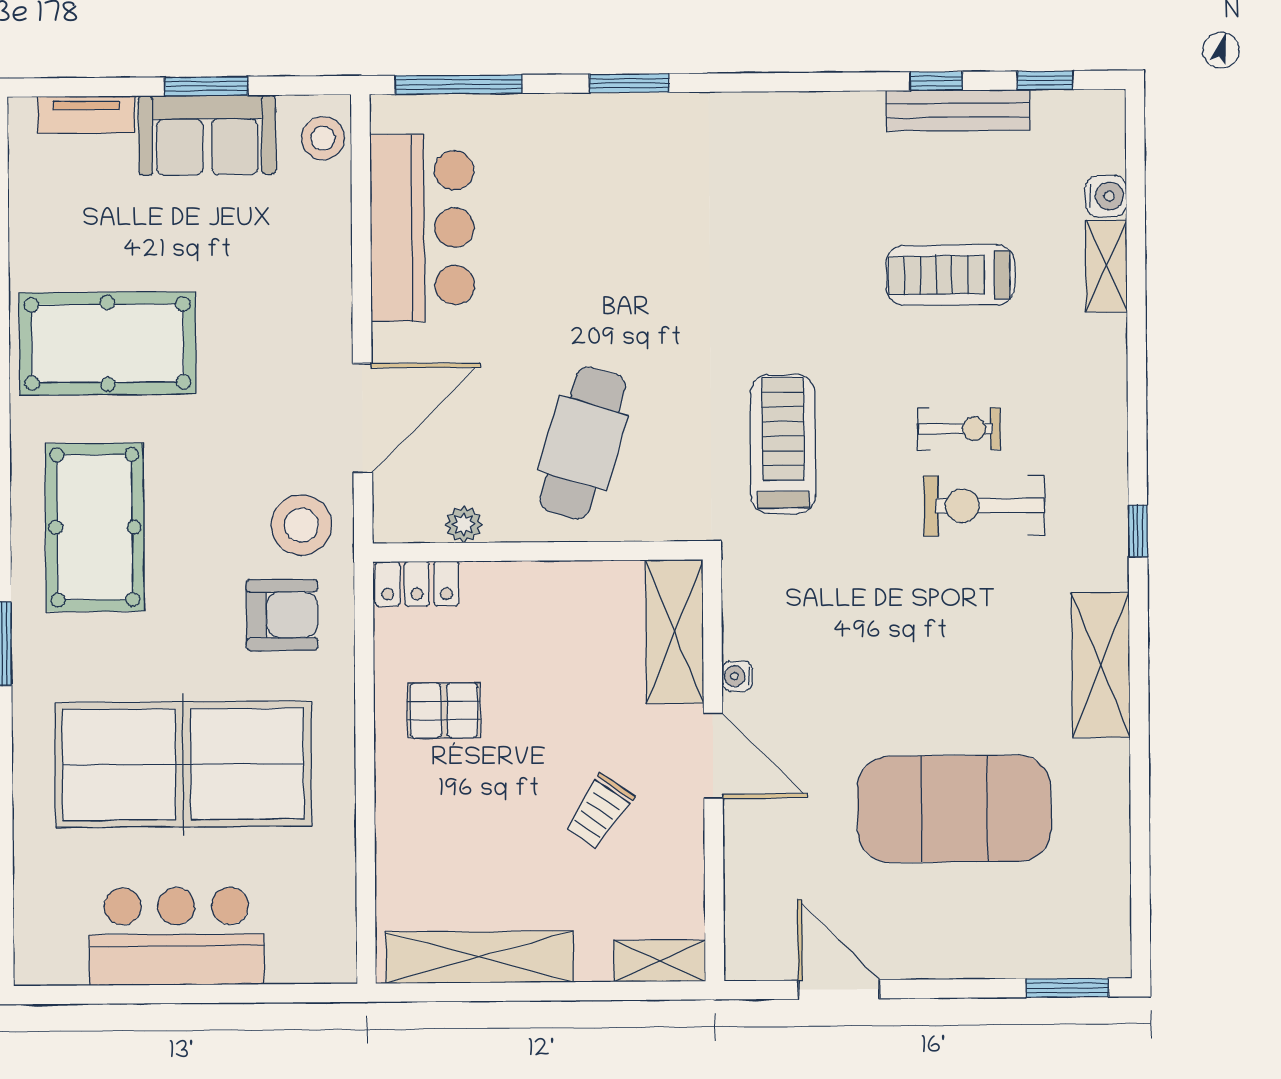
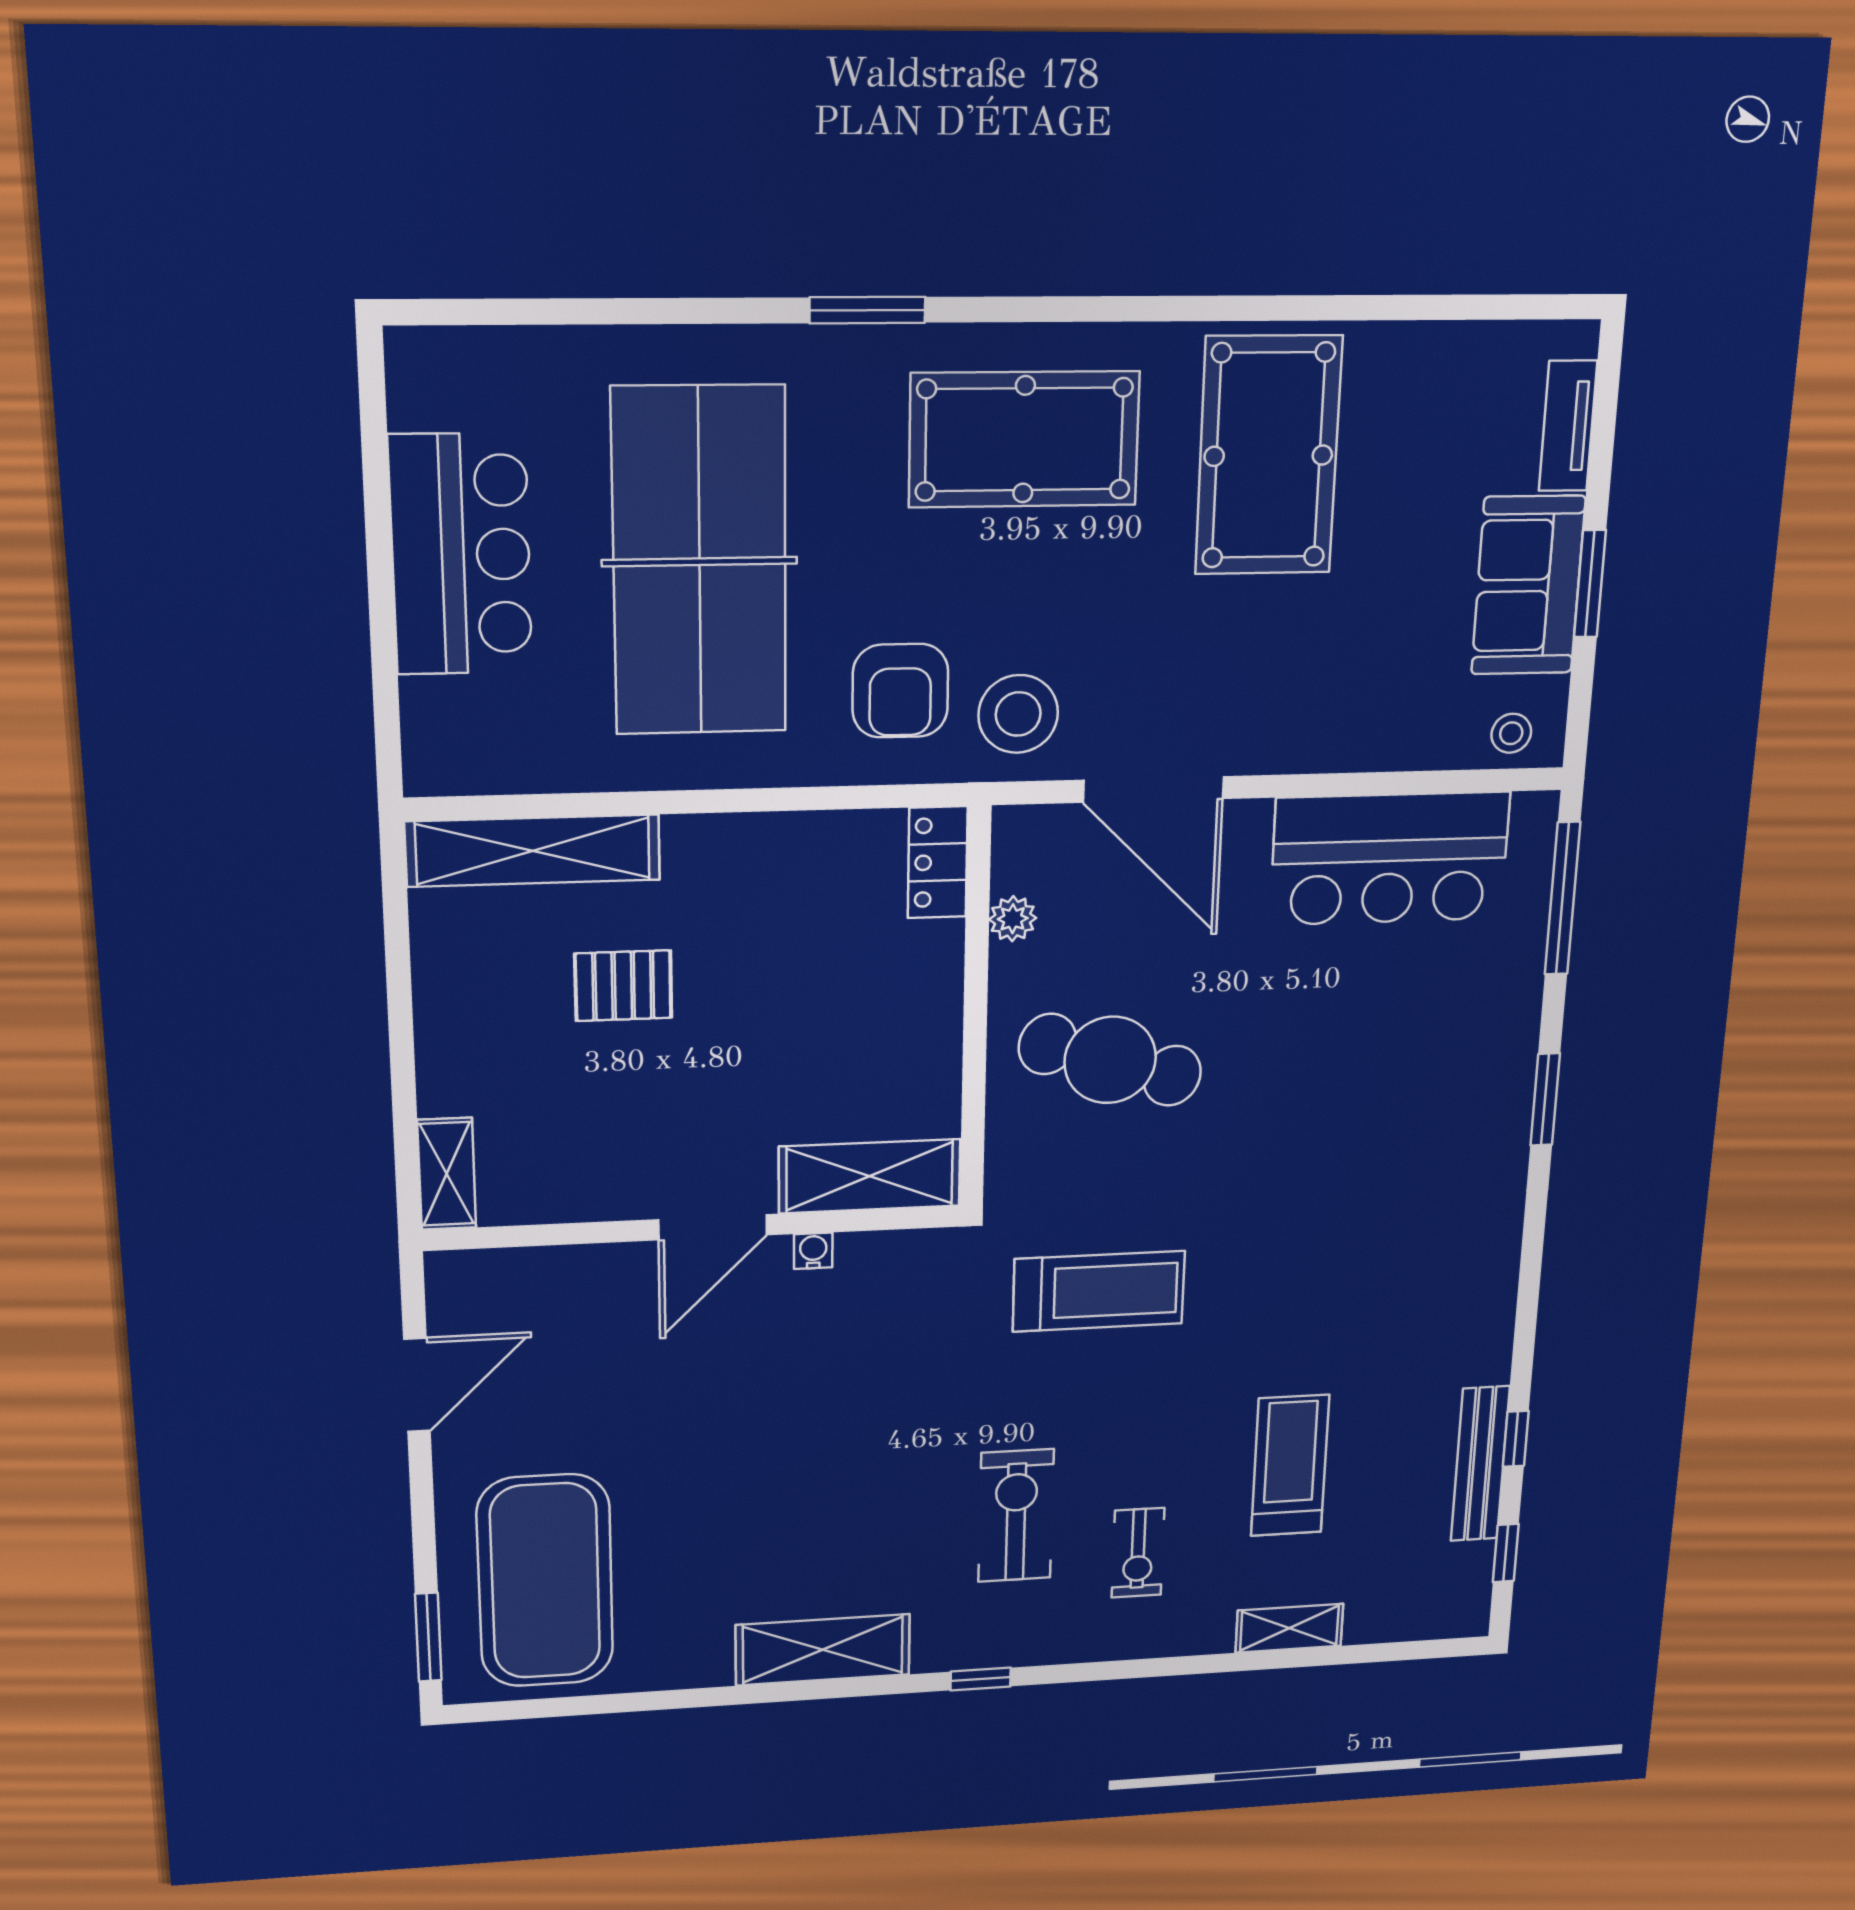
stool: (323, 138) -> (1511, 733), width x0.73, depth x0.73
water cooler: (1106, 196) -> (1369, 1623), removed
exercise bike: (959, 429) -> (1138, 1553), moved
pallet: (444, 710) -> (623, 986), moved, turned 90
exercise mat: (954, 809) -> (545, 1581), moved
trolley: (599, 811) -> (641, 1095), removed
shelving: (479, 957) -> (533, 851), moved, turned 90

